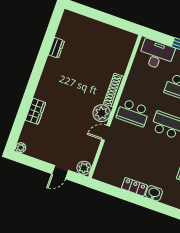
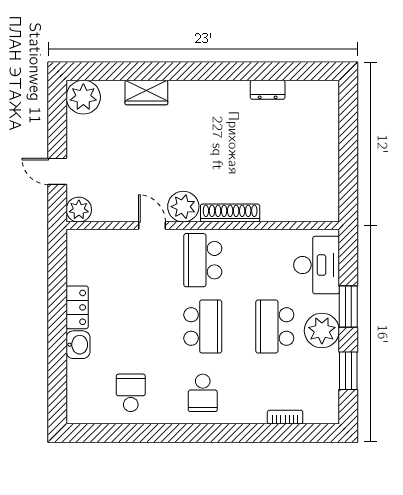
plant: (21, 148) -> (83, 97), width x1.87, depth x1.87

